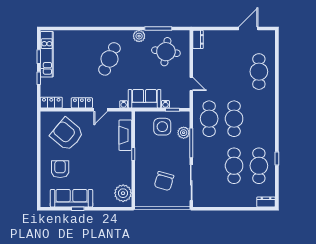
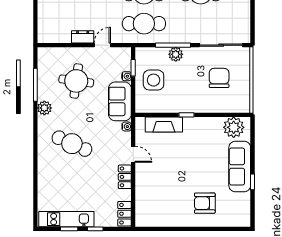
dresser: (198, 39) -> (83, 37), moved
round table: (166, 52) -> (76, 81), moved
plant: (184, 133) -> (176, 54), moved
armchair: (67, 134) -> (163, 195), removed
chair: (164, 181) -> (219, 78), turned -106
sofa: (71, 198) -> (240, 167), moved

